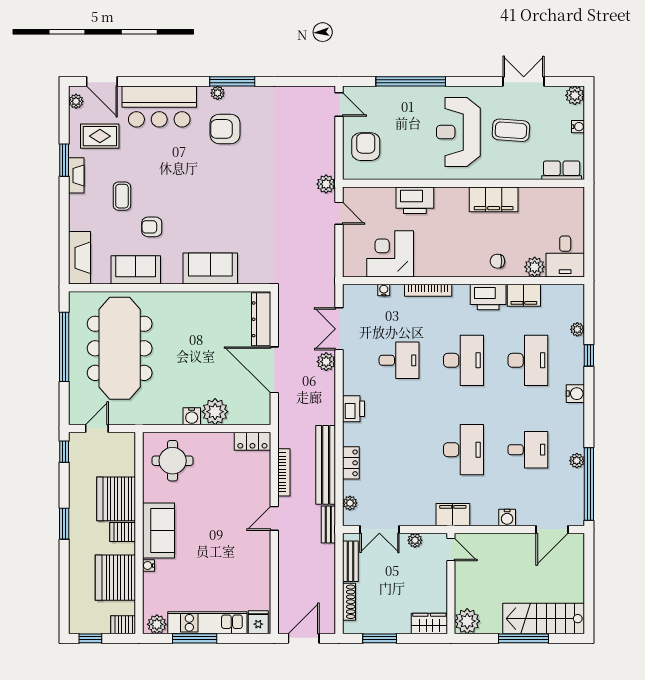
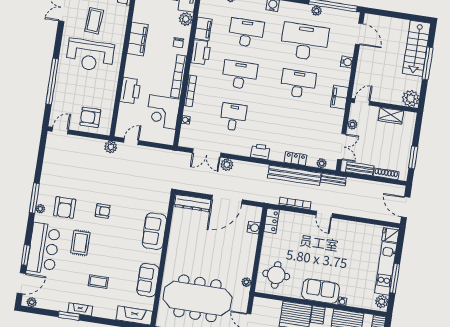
window: (145, 81) -> (26, 255), added
rug: (100, 136) -> (80, 243), moved
armchair: (152, 227) -> (103, 211), moved, turned -90
bookcase: (447, 270) -> (179, 76), added
plant: (215, 412) -> (246, 282), moved, width x0.53, depth x0.53
water cooler: (192, 416) -> (254, 228), moved
desk: (528, 450) -> (305, 42), width x1.87, depth x1.30
wardrobe: (429, 624) -> (391, 116), moved, turned -90

